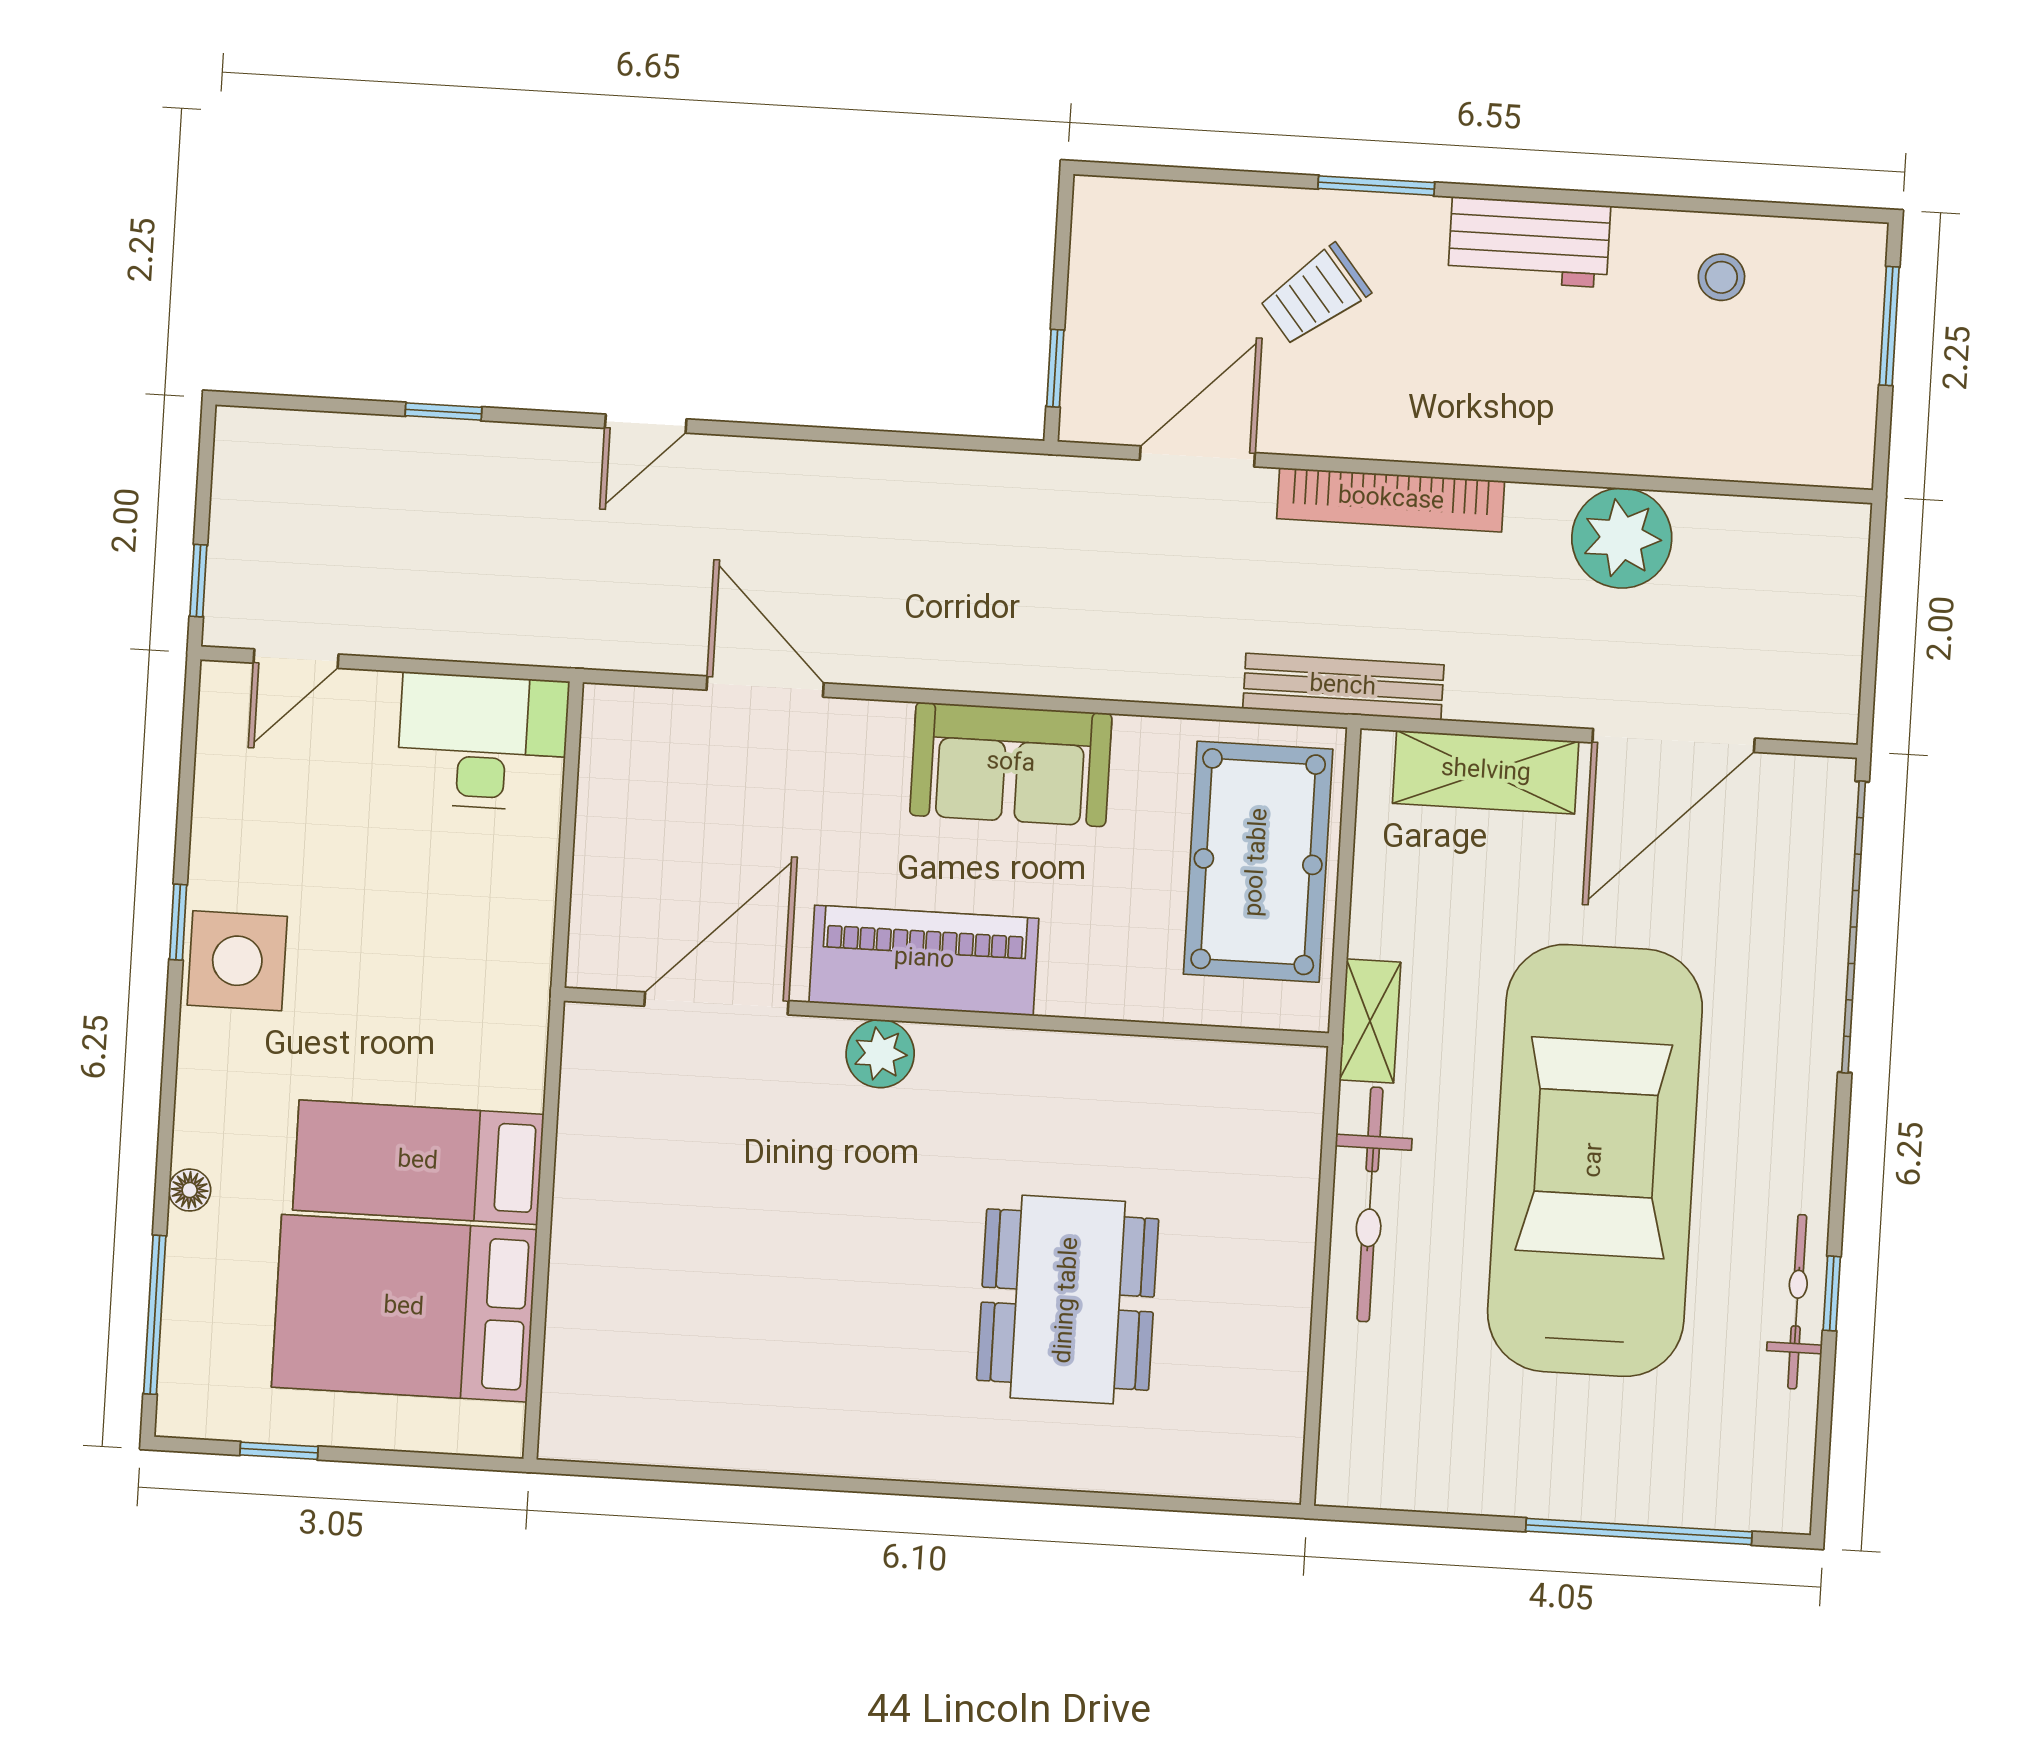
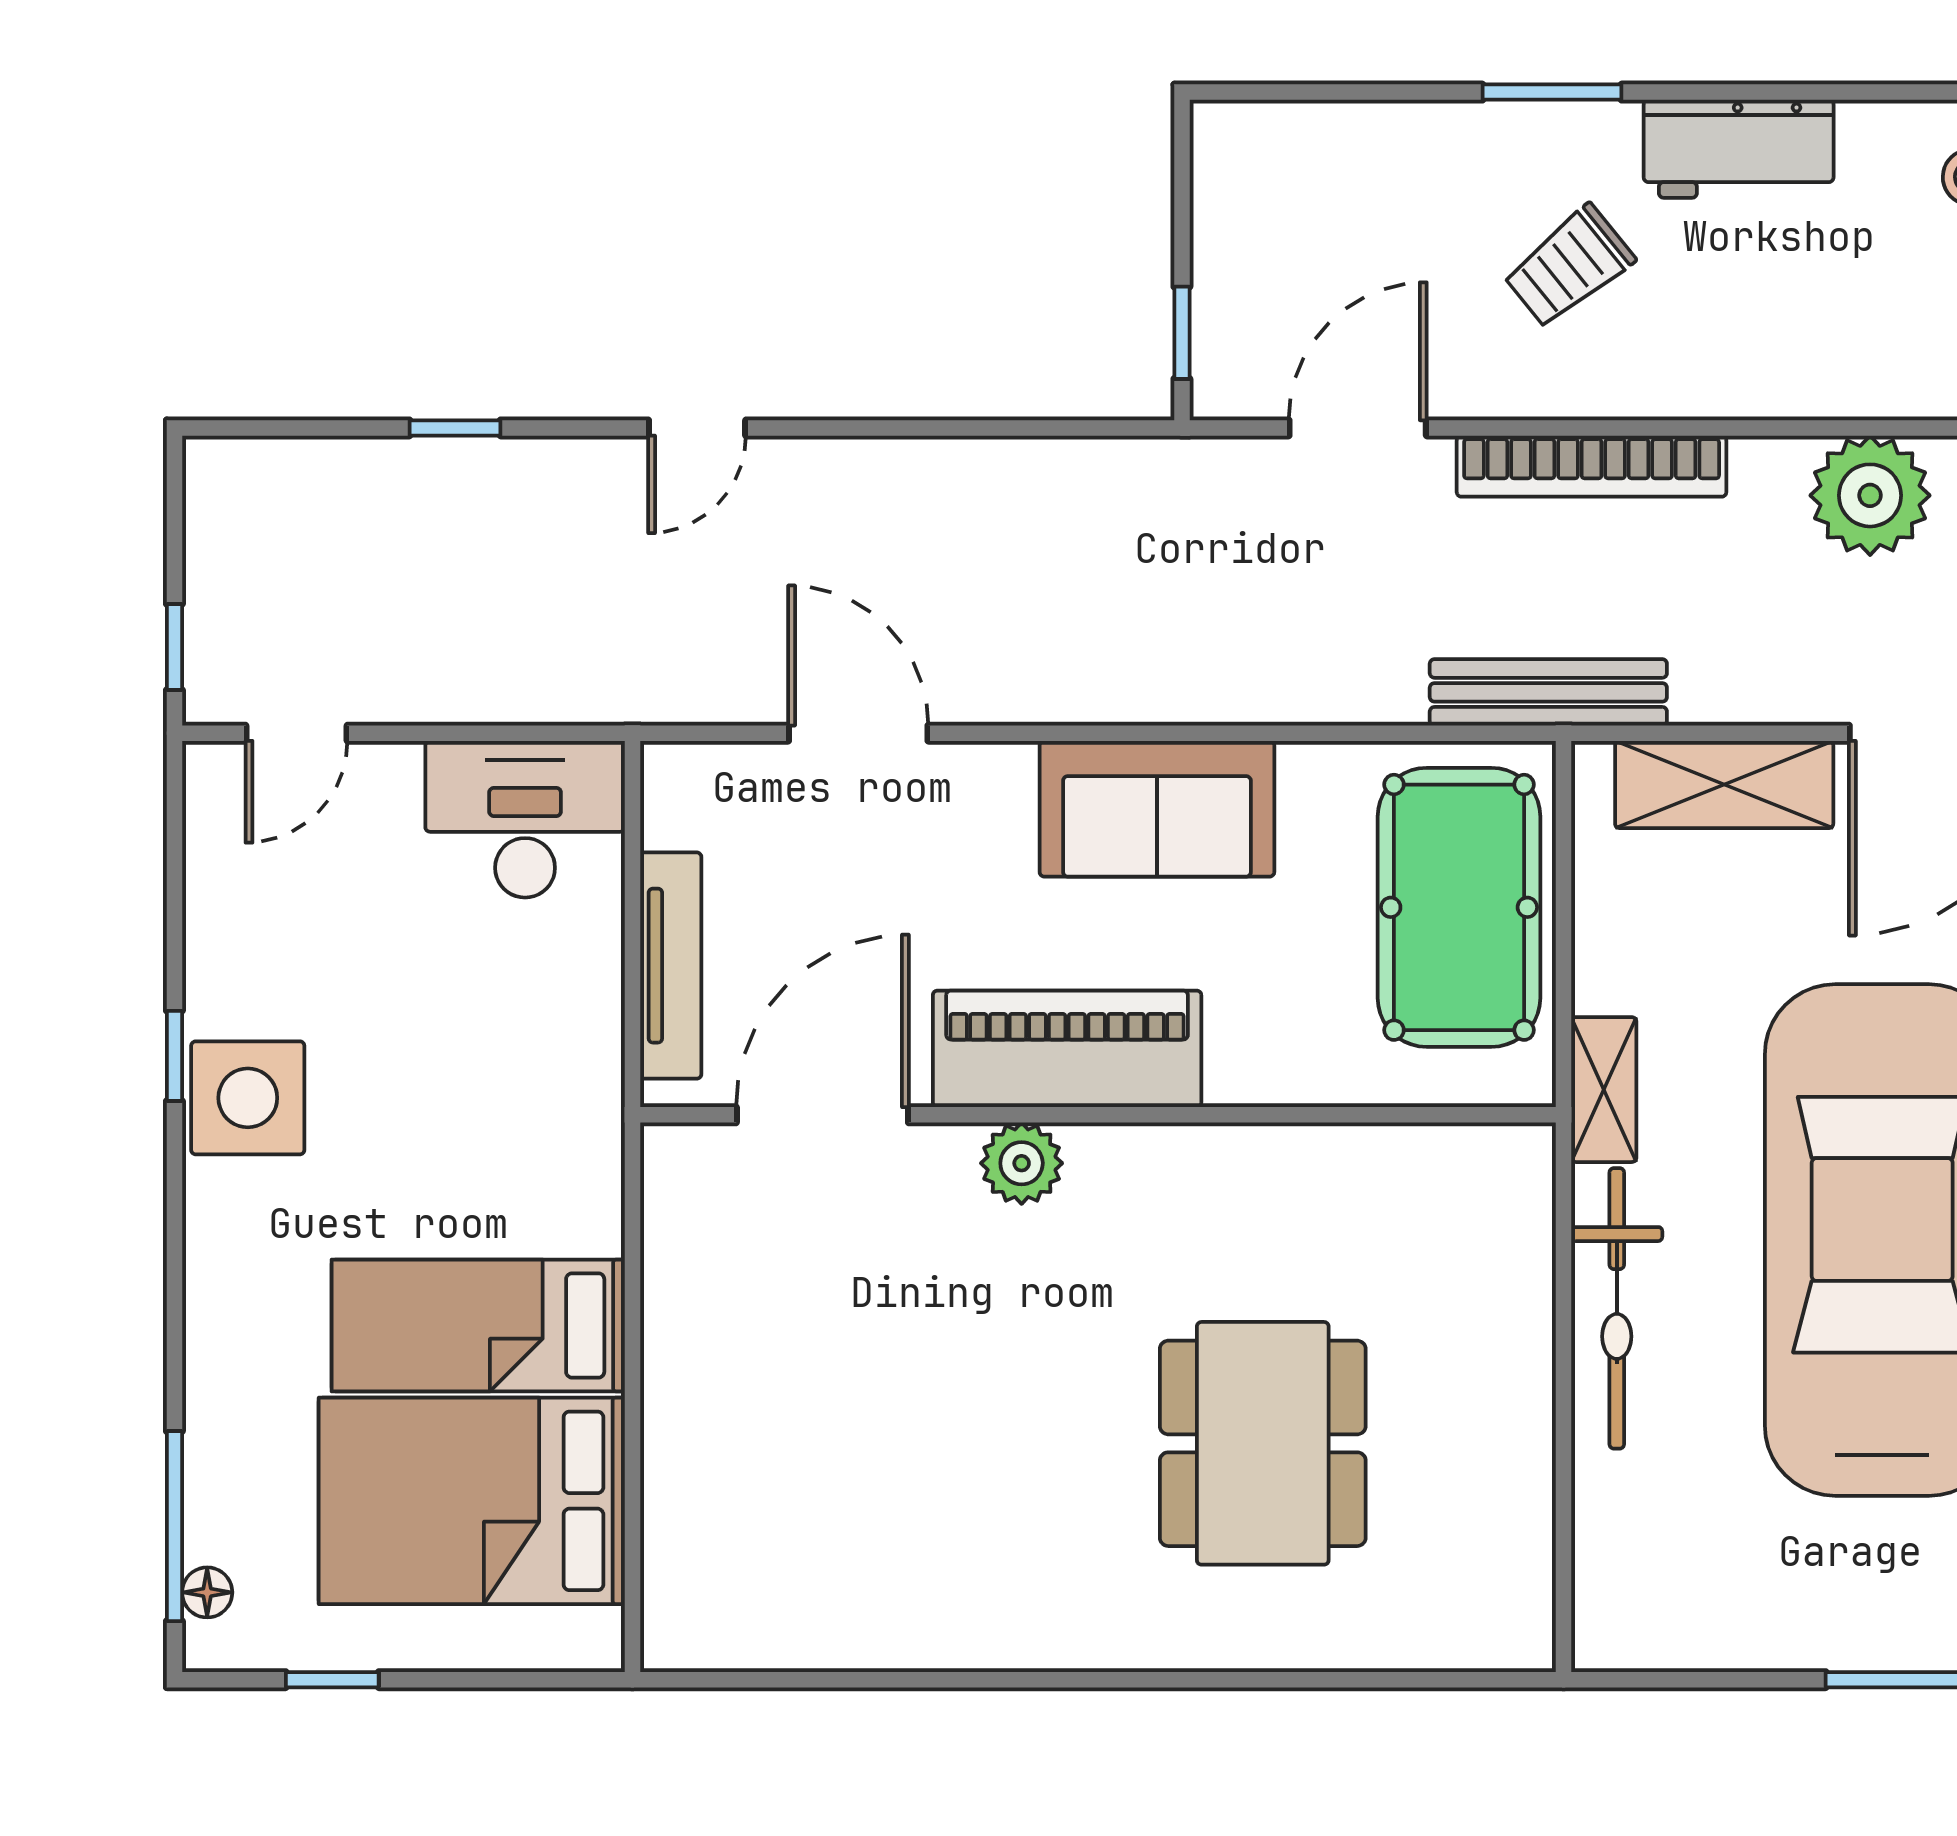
trolley: (1315, 295) -> (1569, 267), moved
tv unit: (597, 871) -> (671, 966), added
floor lamp: (190, 1190) -> (207, 1592), moved

